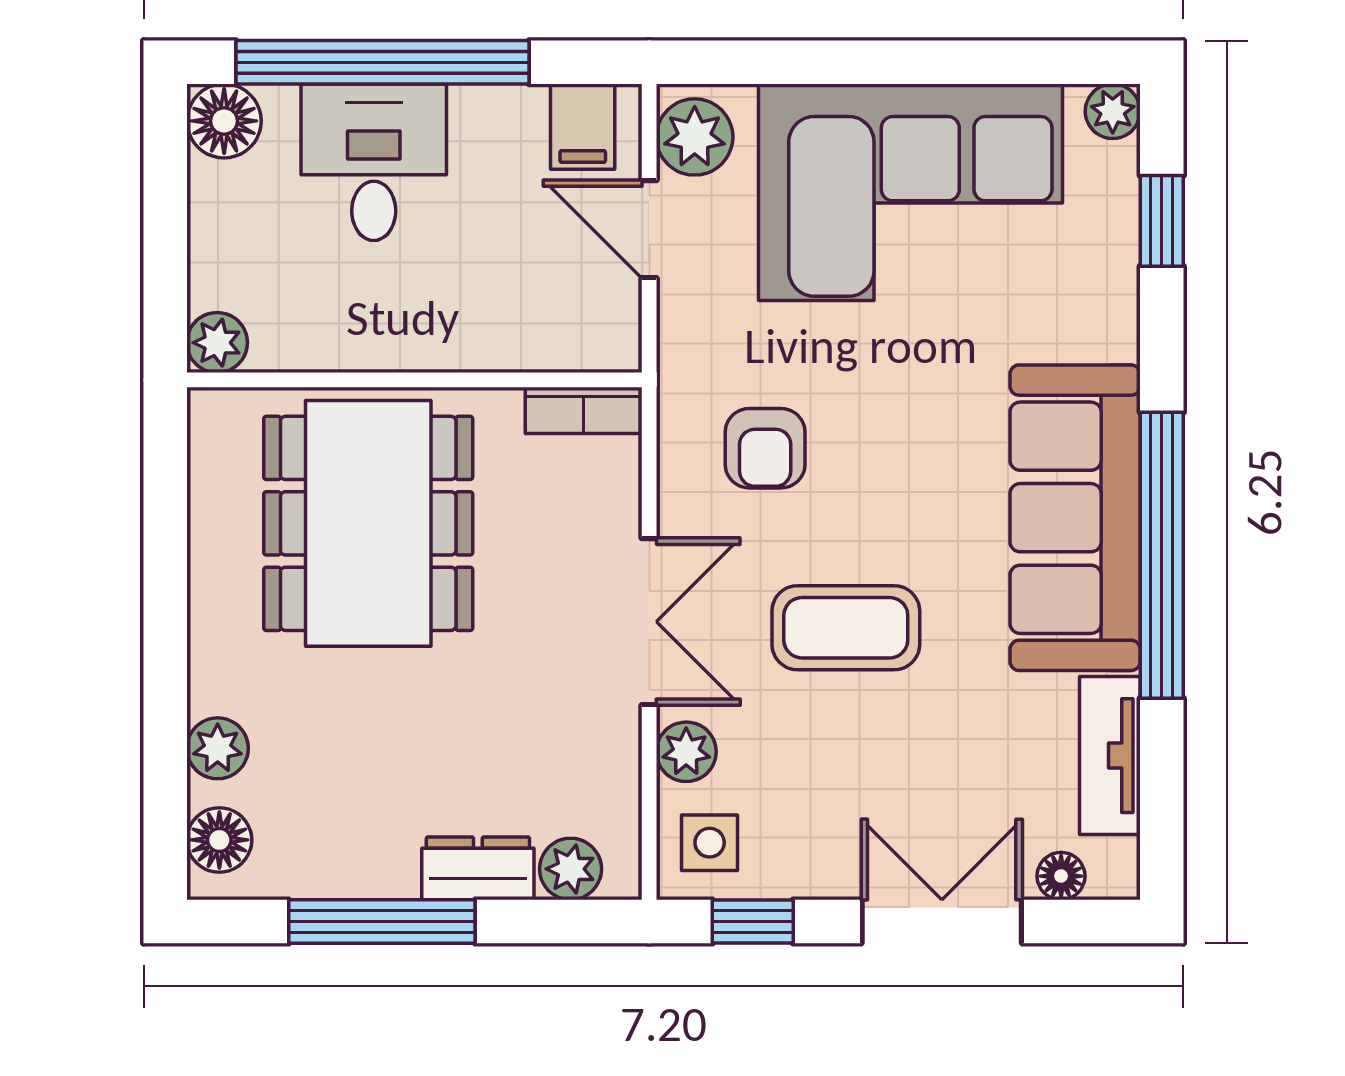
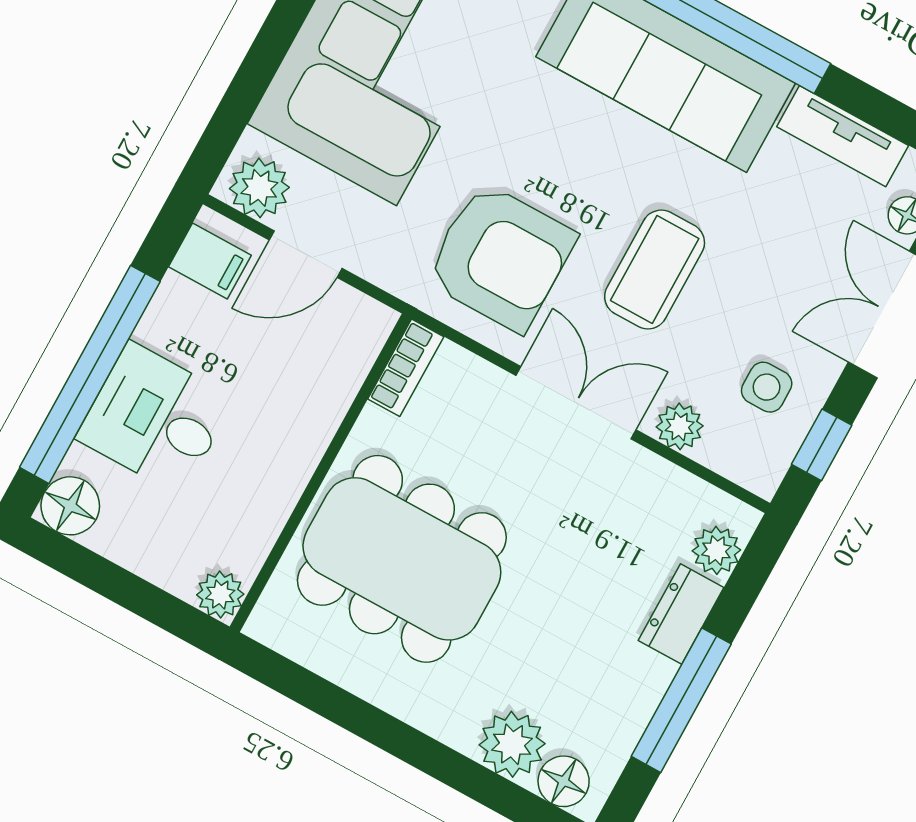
armchair: (765, 448) -> (500, 257), width x1.88, depth x1.88
plant: (218, 748) -> (512, 744), width x1.38, depth x1.38
side table: (710, 843) -> (767, 387), moved

